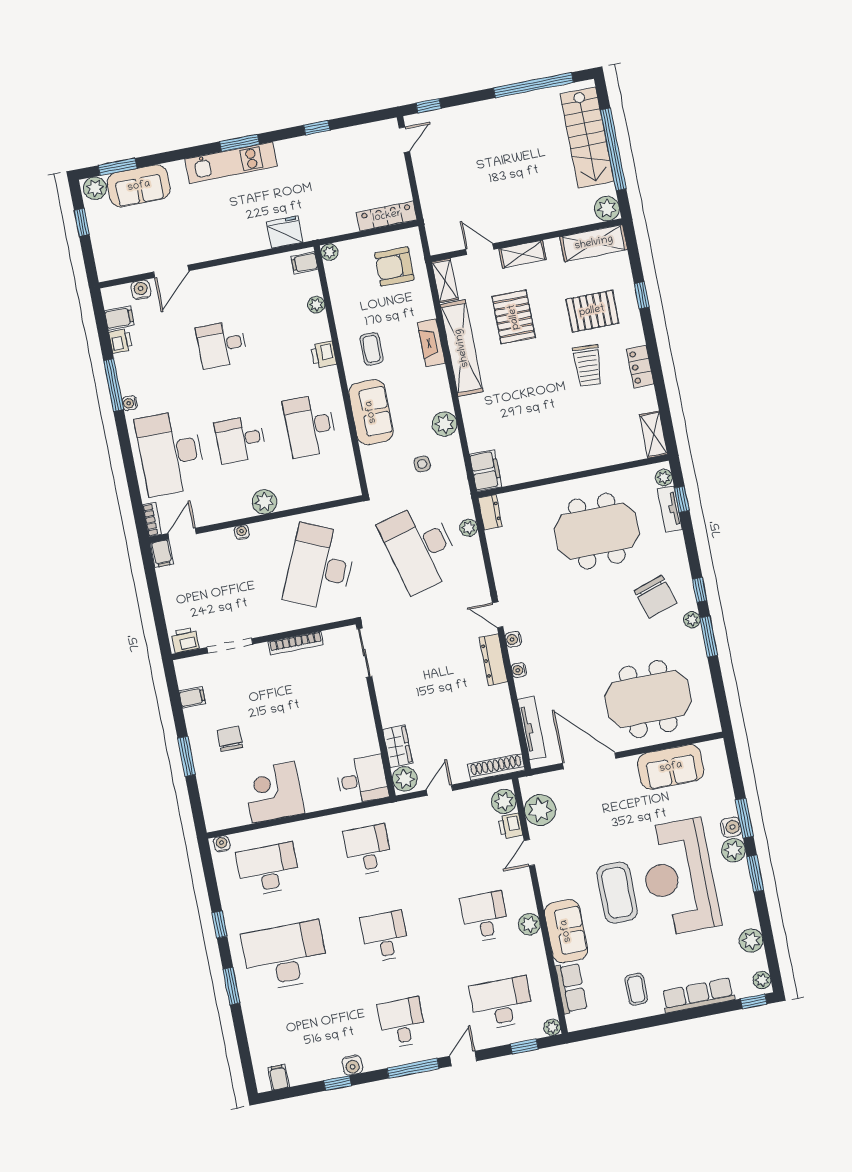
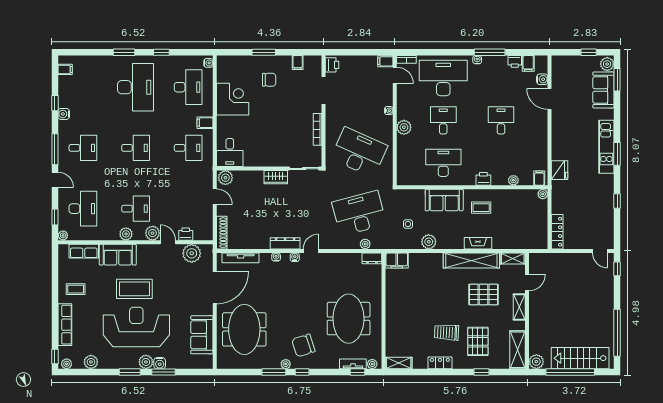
armchair: (394, 267) -> (527, 230), removed
wardrobe: (397, 746) -> (276, 177), moved
plant: (504, 801) -> (153, 233), moved
filing cabinet: (321, 830) -> (205, 123), added

